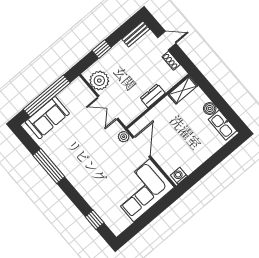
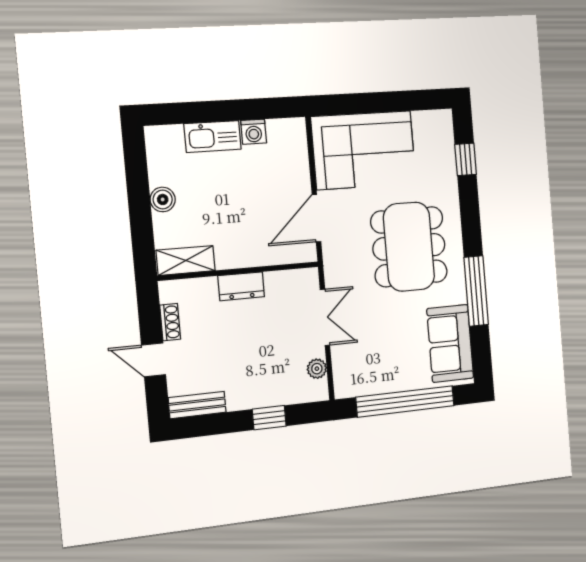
plant: (99, 81) -> (317, 369), width x0.53, depth x0.53
sofa: (47, 118) -> (450, 343), moved, turned -90
kitchen sink: (222, 125) -> (213, 136), moved, turned 90
plant: (124, 137) -> (333, 254), removed
dining table: (93, 164) -> (409, 247), added
washing machine: (179, 176) -> (254, 132), moved

